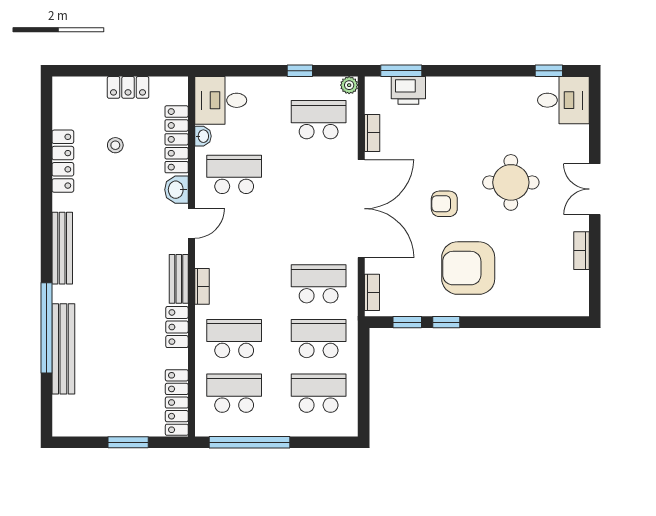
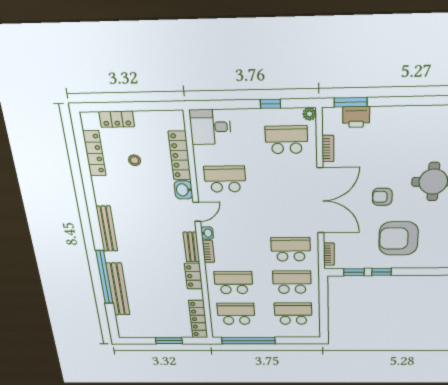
locker: (128, 87) -> (117, 119), moved
washbasin: (203, 136) -> (207, 233), moved
locker: (63, 161) -> (94, 153), moved

